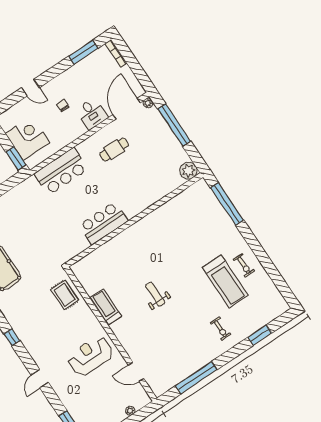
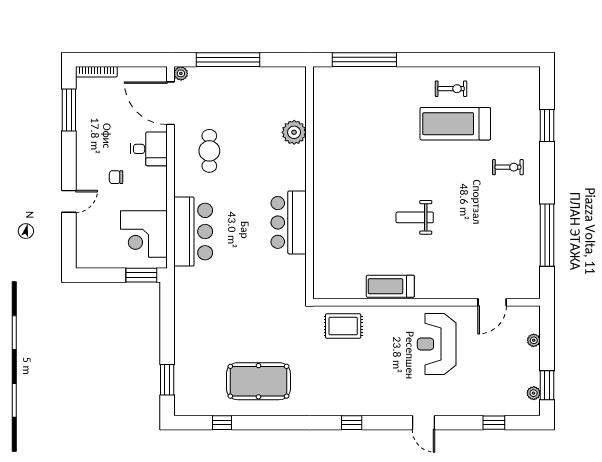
corner desk: (28, 138) -> (144, 234), moved, turned -90
plant: (188, 171) -> (294, 132), moved
treadmill: (225, 281) -> (455, 124), turned 180

